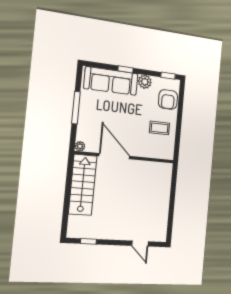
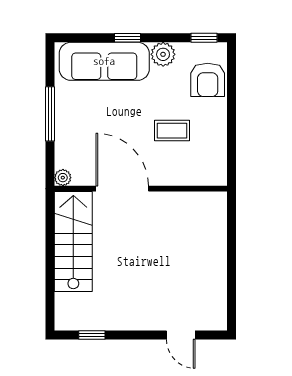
coffee table: (159, 128) -> (172, 131), moved

